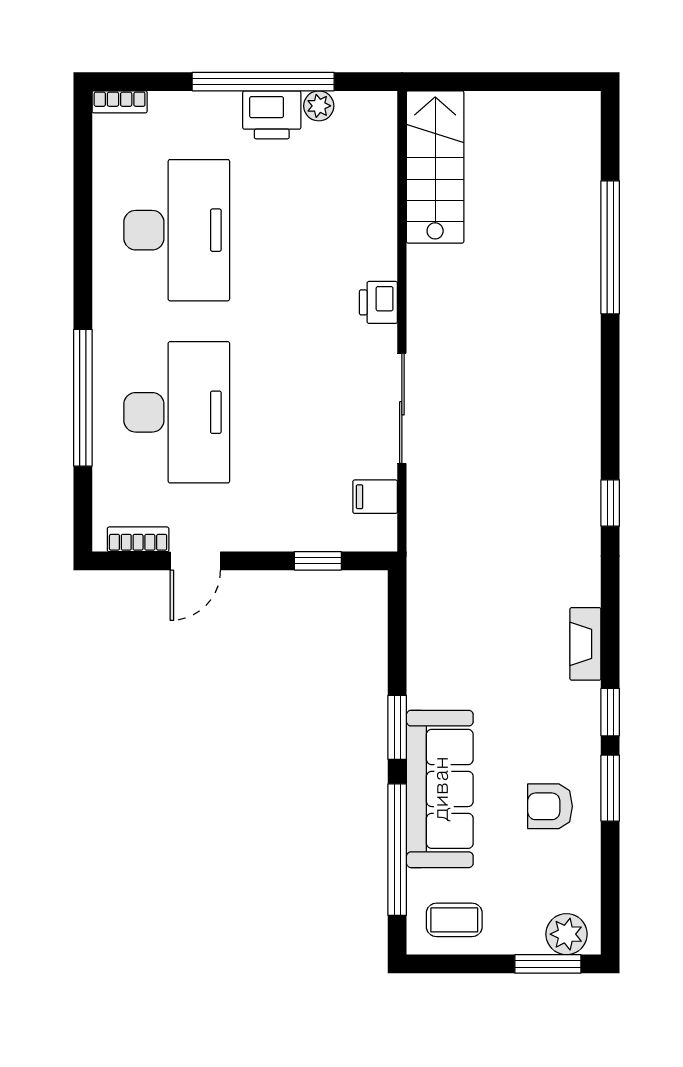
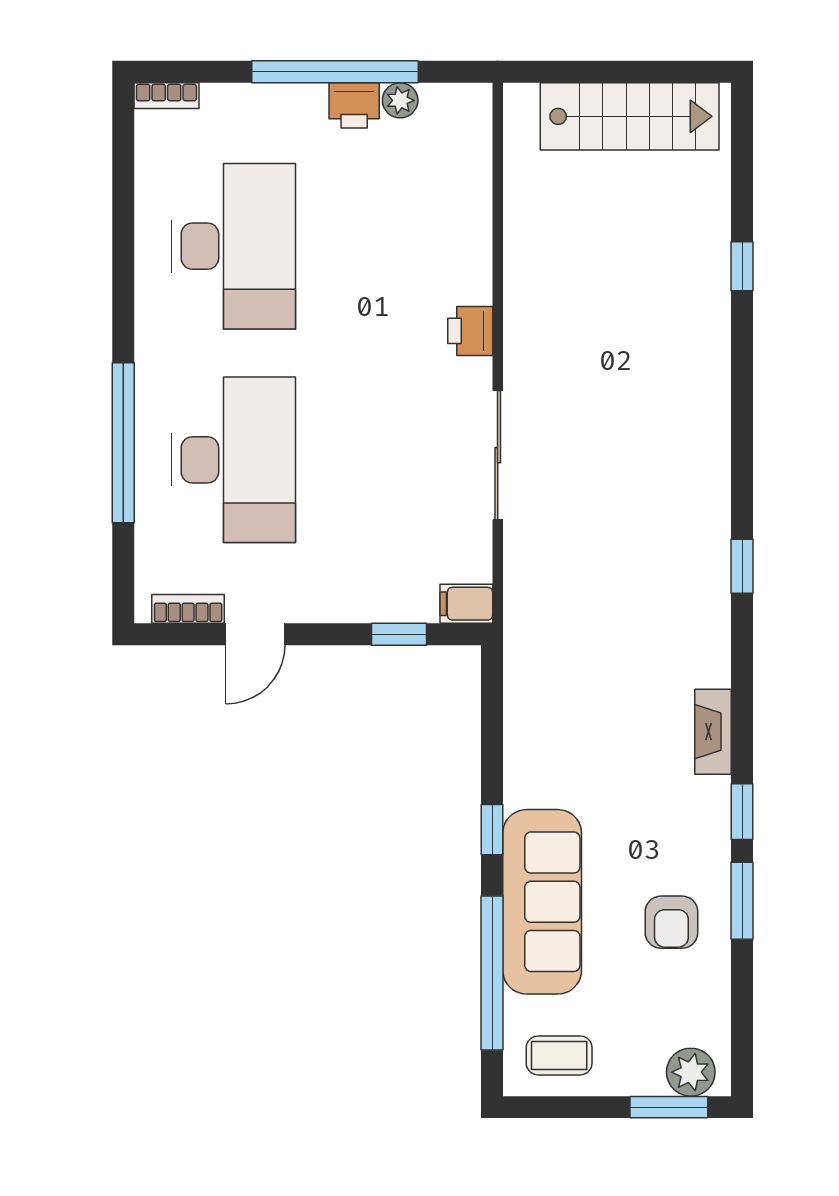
printer: (272, 115) -> (354, 105), width x0.73, depth x0.81
stairs: (435, 167) -> (630, 116), moved, turned 90
window: (610, 247) -> (742, 266), width x0.32
filing cabinet: (375, 497) -> (466, 604), moved
window: (397, 727) -> (492, 830), width x0.67
armchair: (550, 806) -> (671, 922), turned -90

